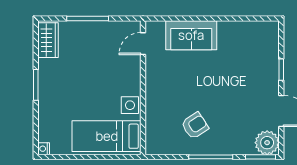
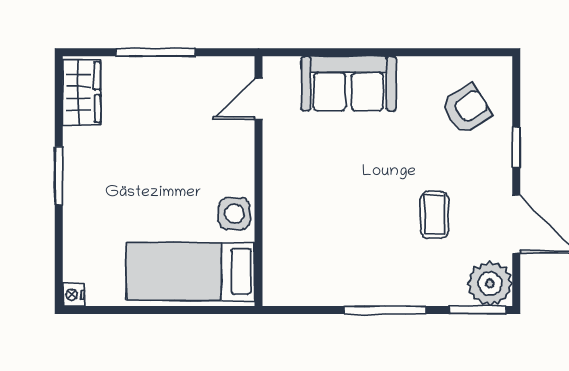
coffee table: (237, 106) -> (434, 215), added
armchair: (195, 126) -> (466, 109), moved

